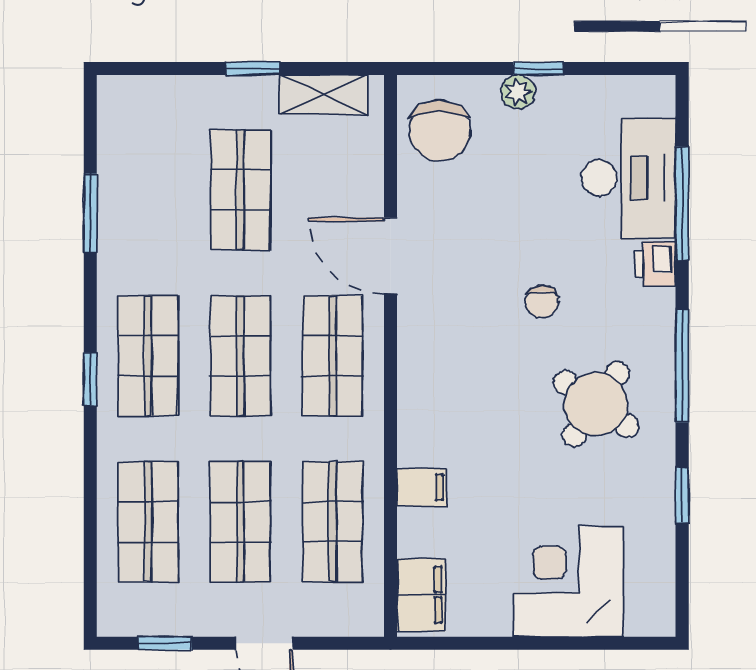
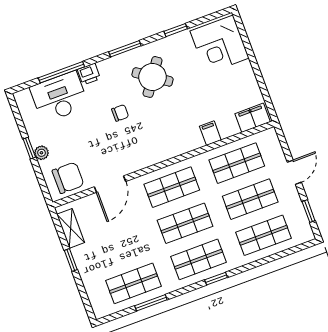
shop shelf: (240, 190) -> (133, 283), moved
door: (390, 256) -> (110, 184), moved
window: (682, 366) -> (125, 49), width x0.69
corner desk: (568, 582) -> (220, 45), moved

